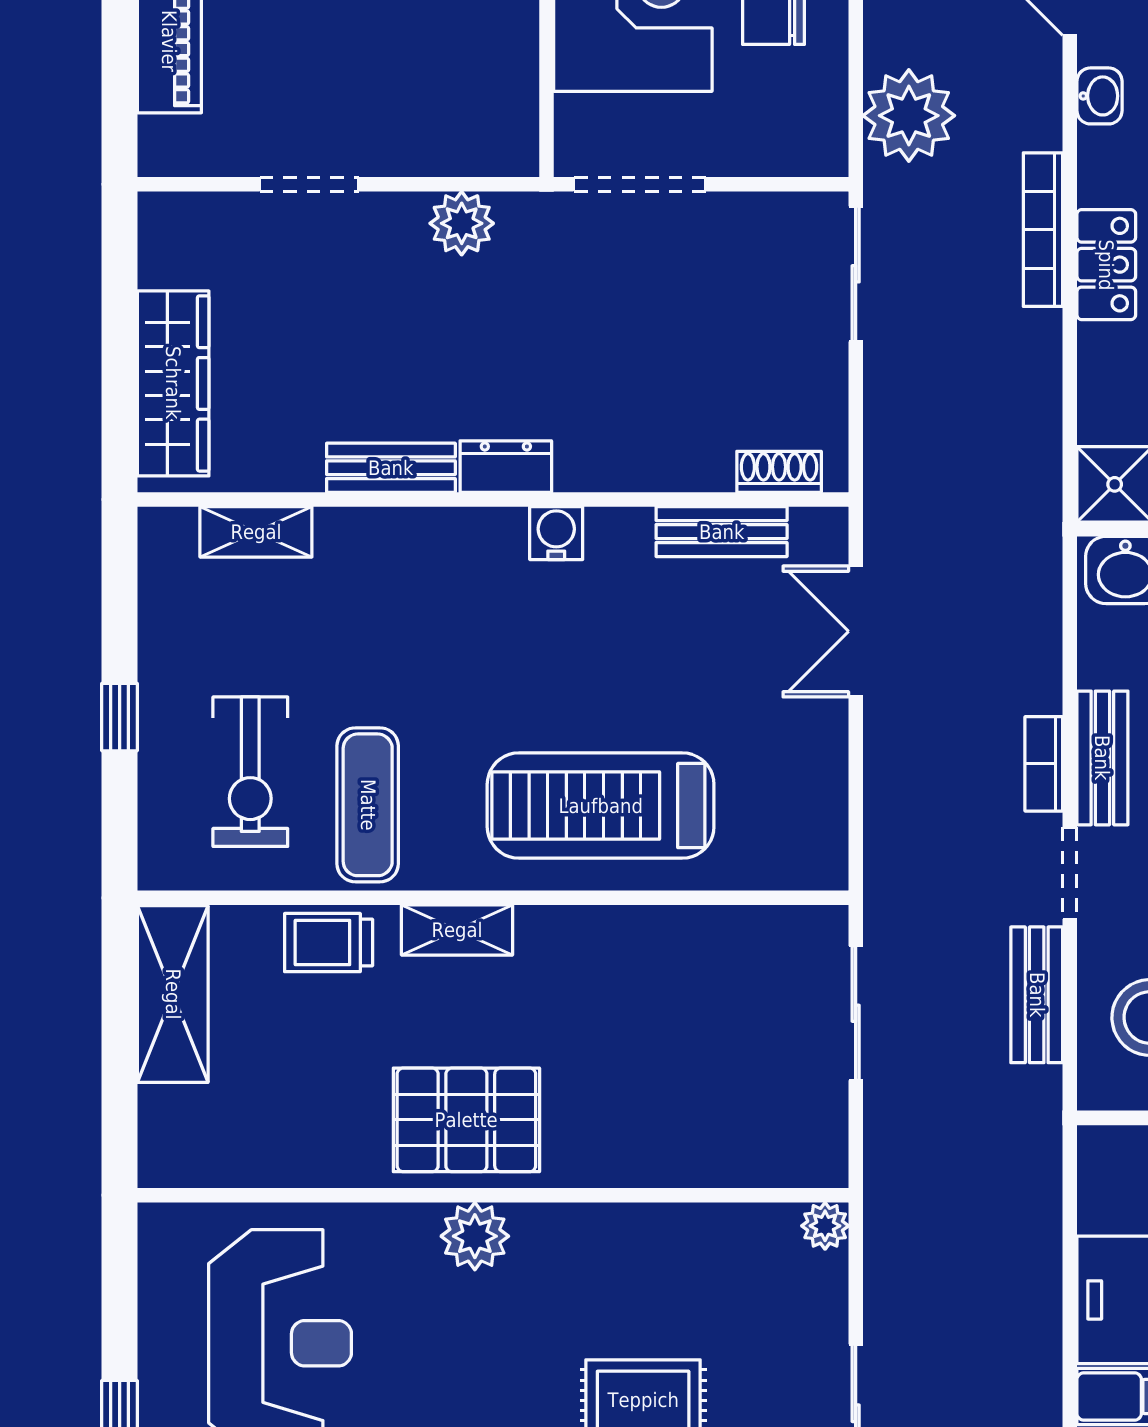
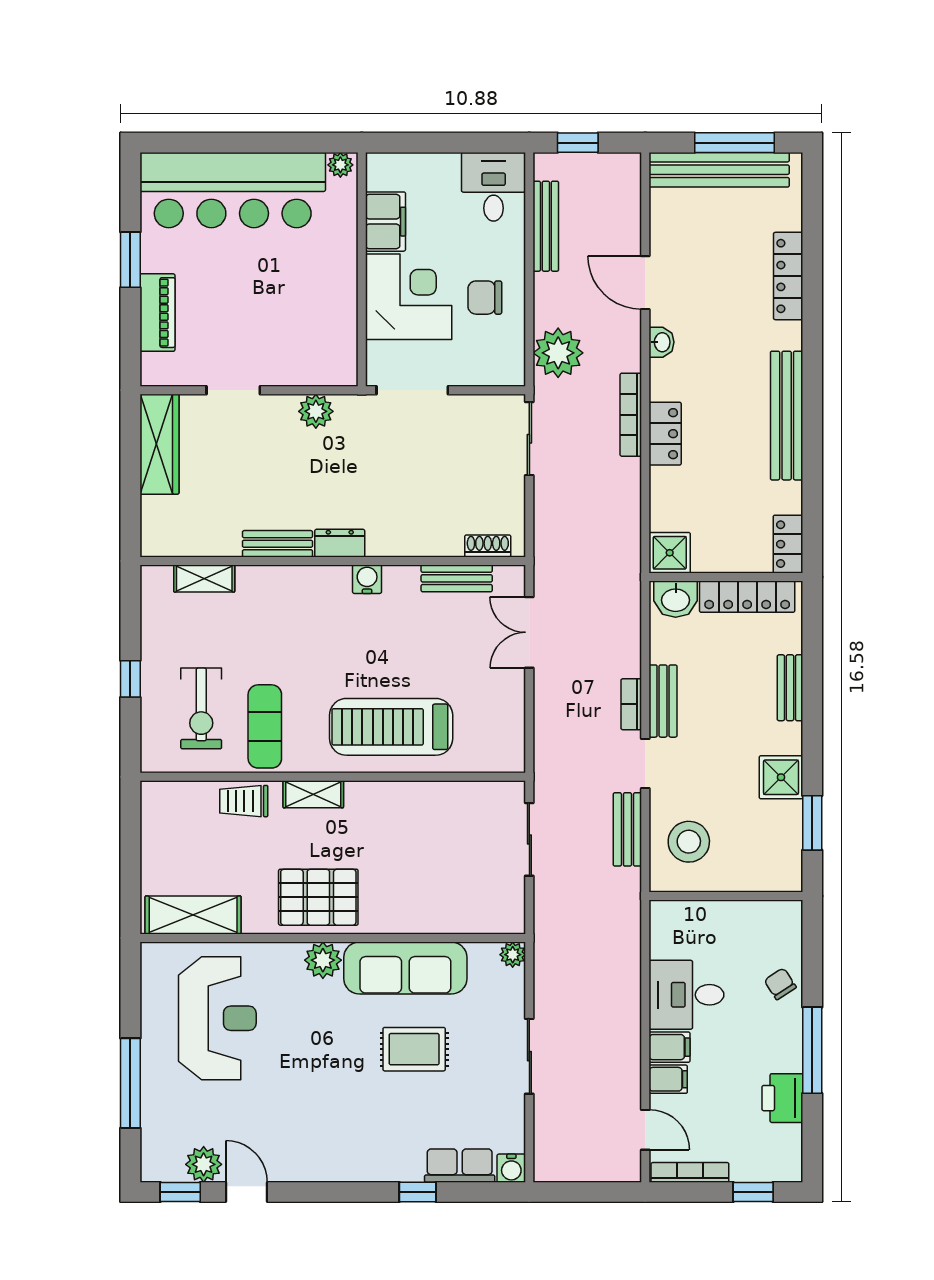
wardrobe: (173, 383) -> (159, 444), moved
shelving: (173, 994) -> (193, 915), moved, turned 90
sofa: (627, 1251) -> (405, 968), added

